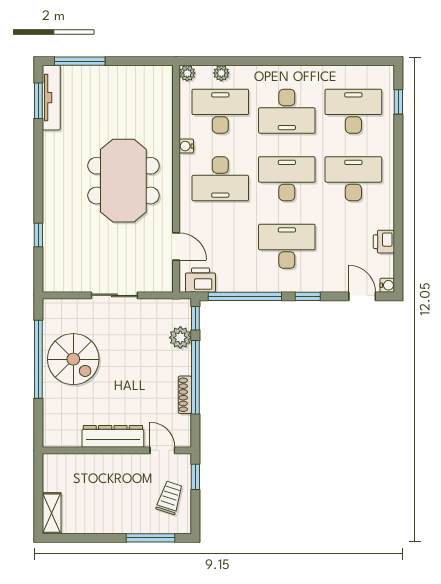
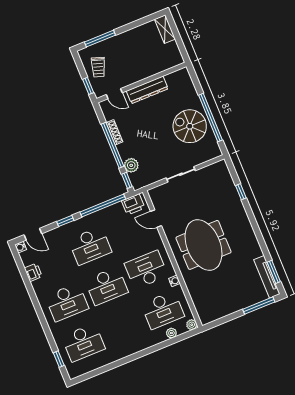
desk: (287, 111) -> (123, 326), removed

